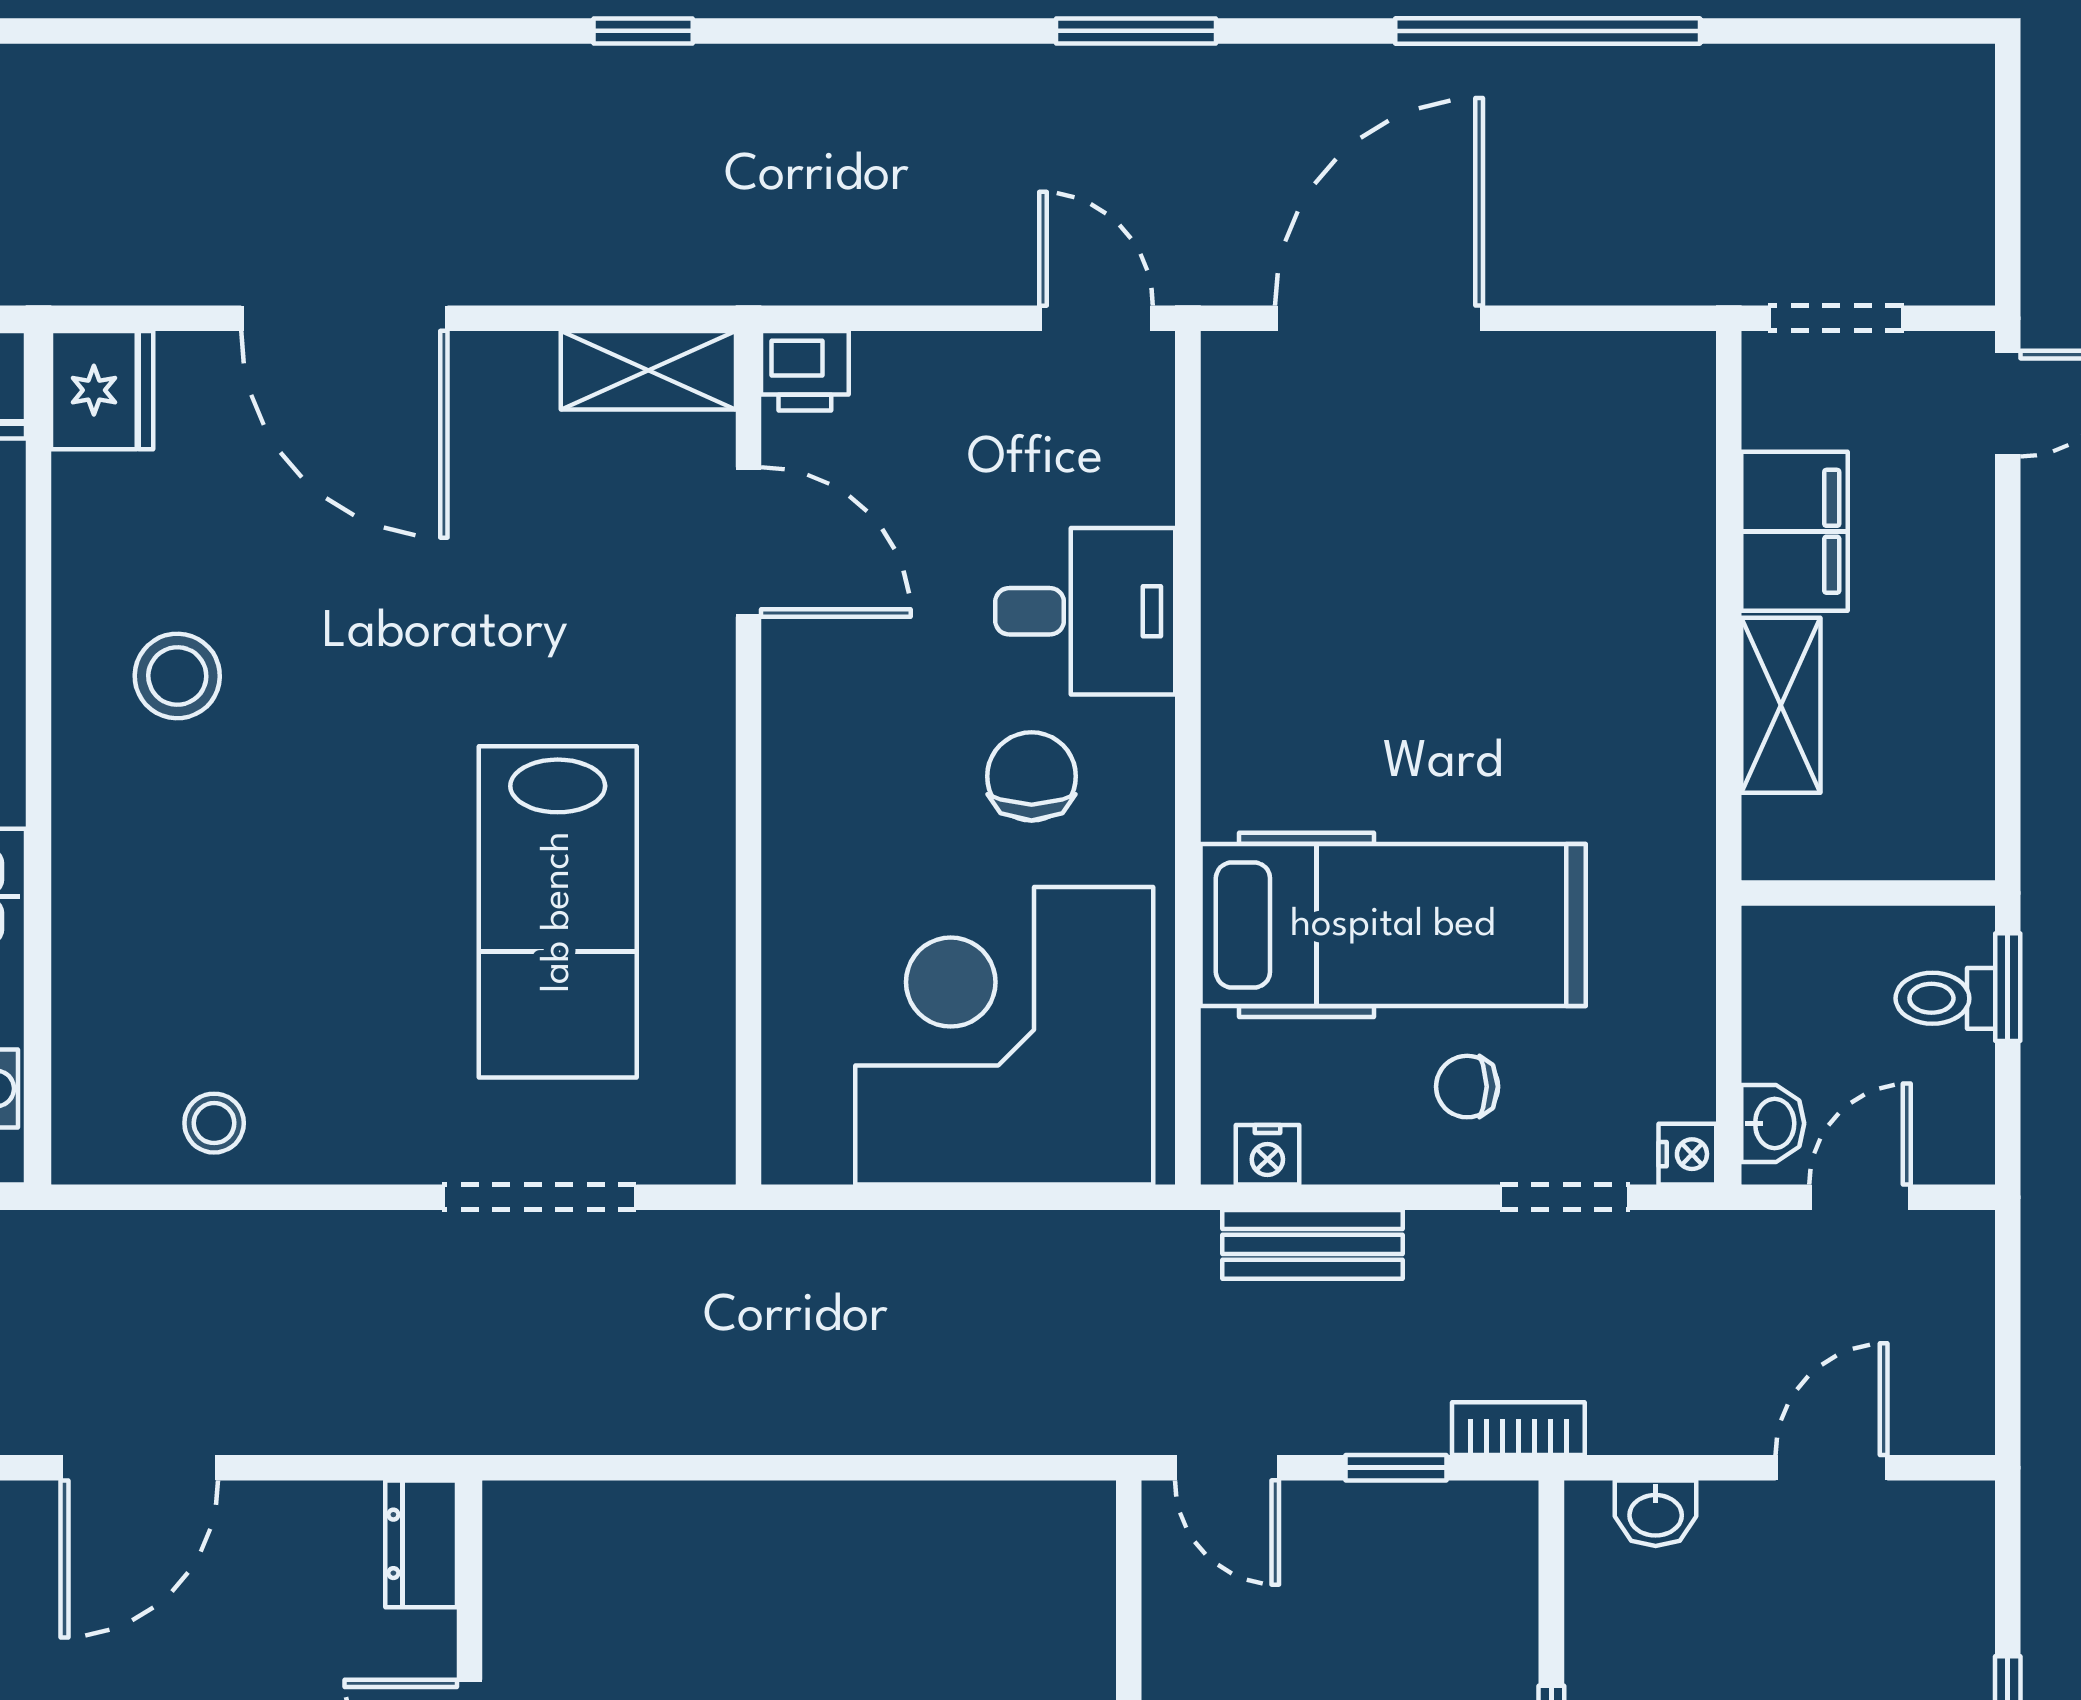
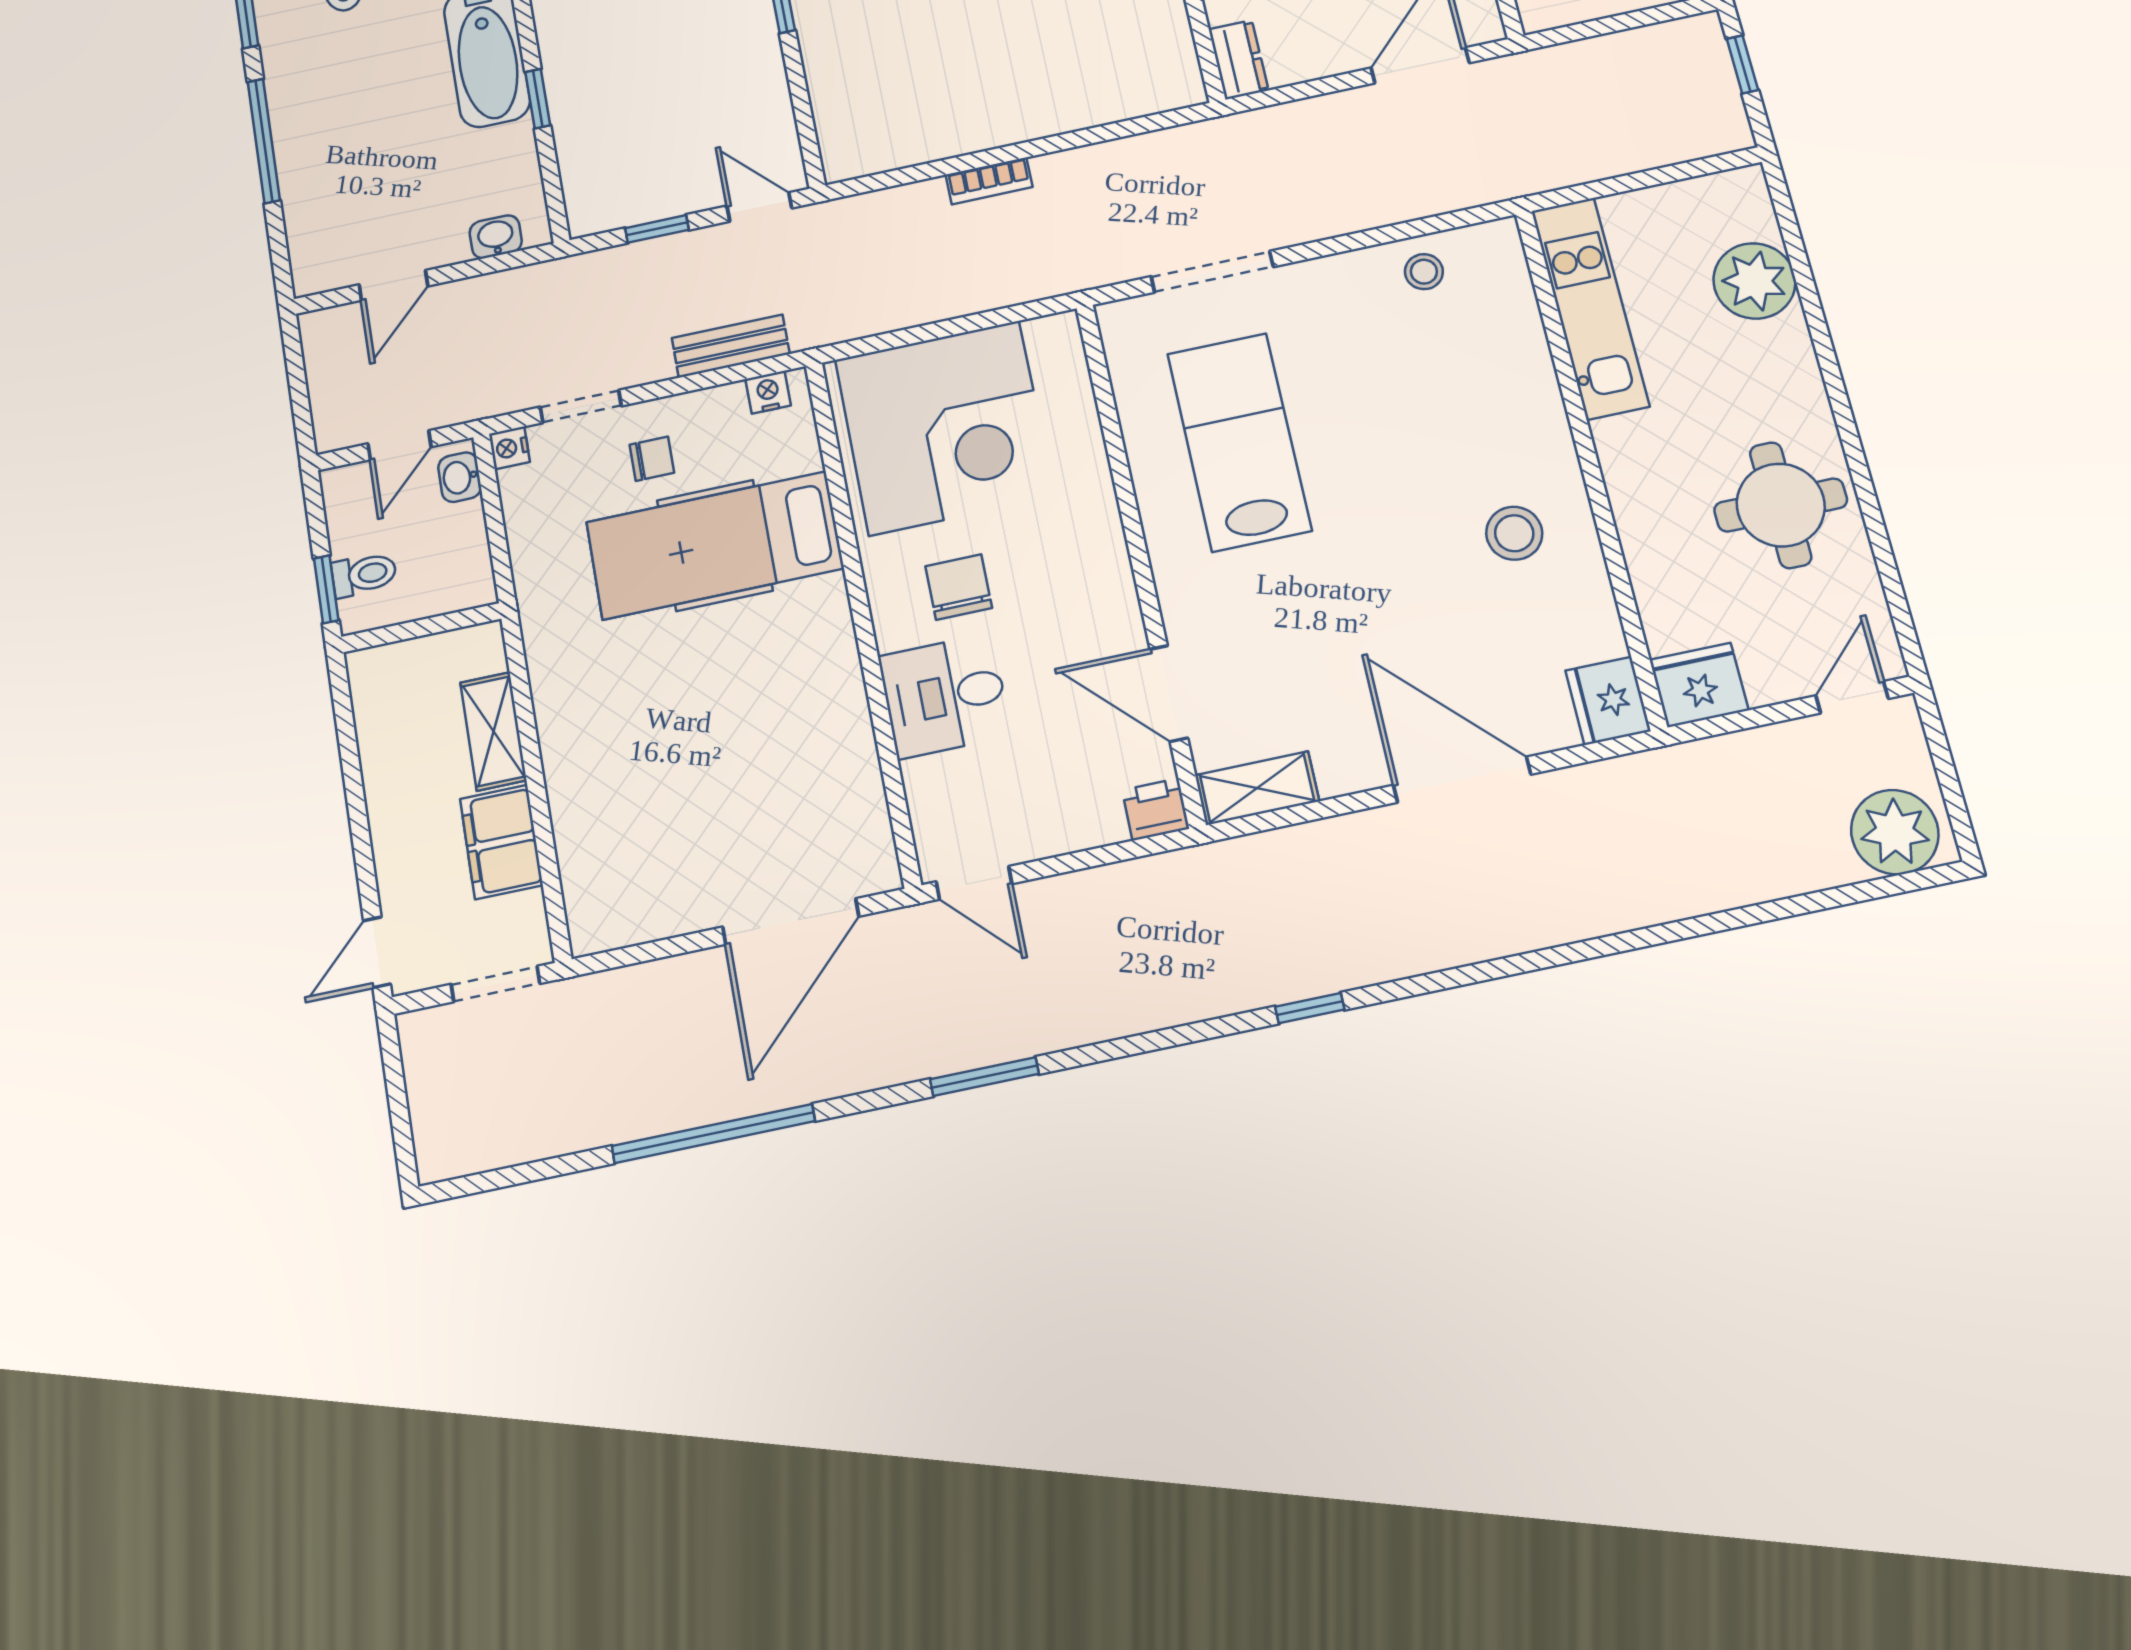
chair: (1032, 776) -> (959, 587), turned 180
bookcase: (1518, 1429) -> (989, 181), moved

